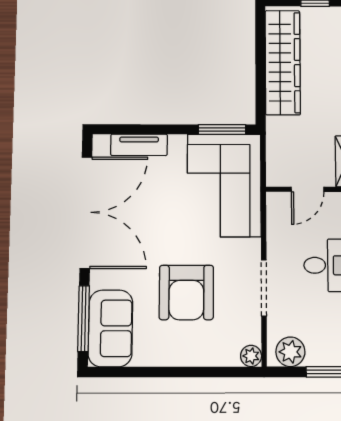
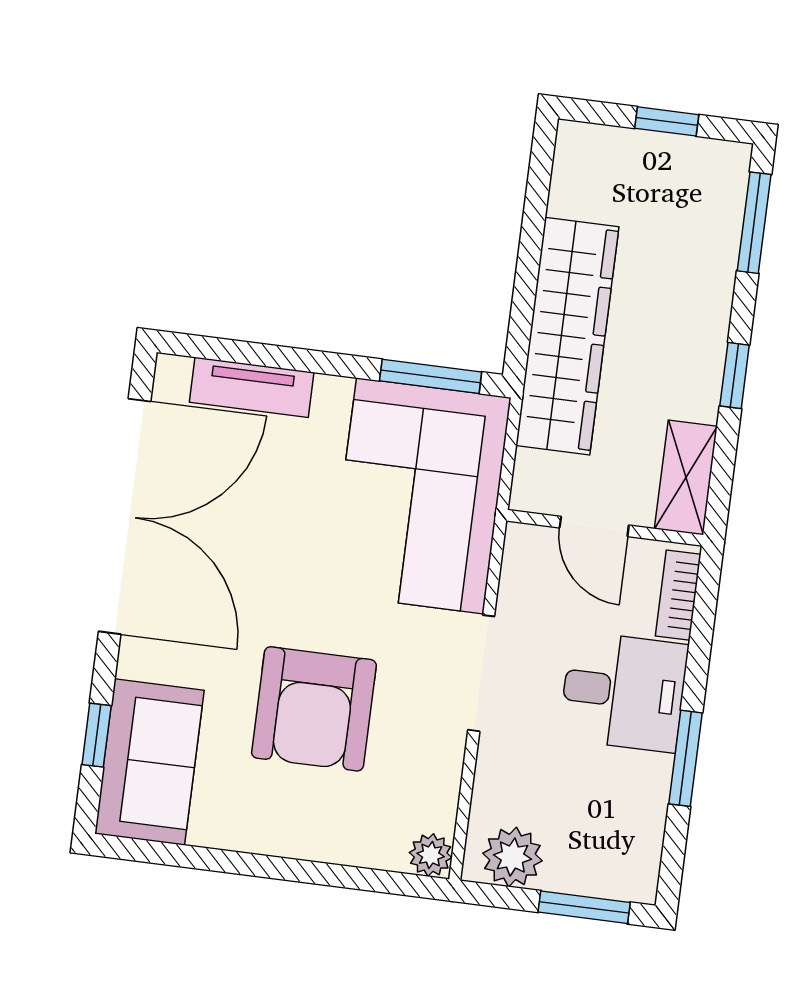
wardrobe: (283, 62) -> (567, 336), moved
door: (308, 189) -> (594, 526), hinge flipped
doorway: (264, 288) -> (481, 673), moved
window: (84, 319) -> (97, 735), width x0.46

